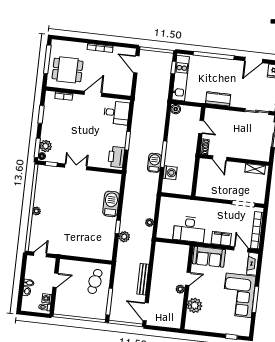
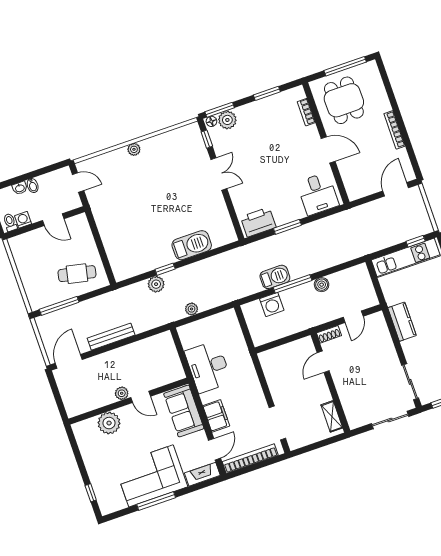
boiler: (176, 109) -> (322, 285), moved

